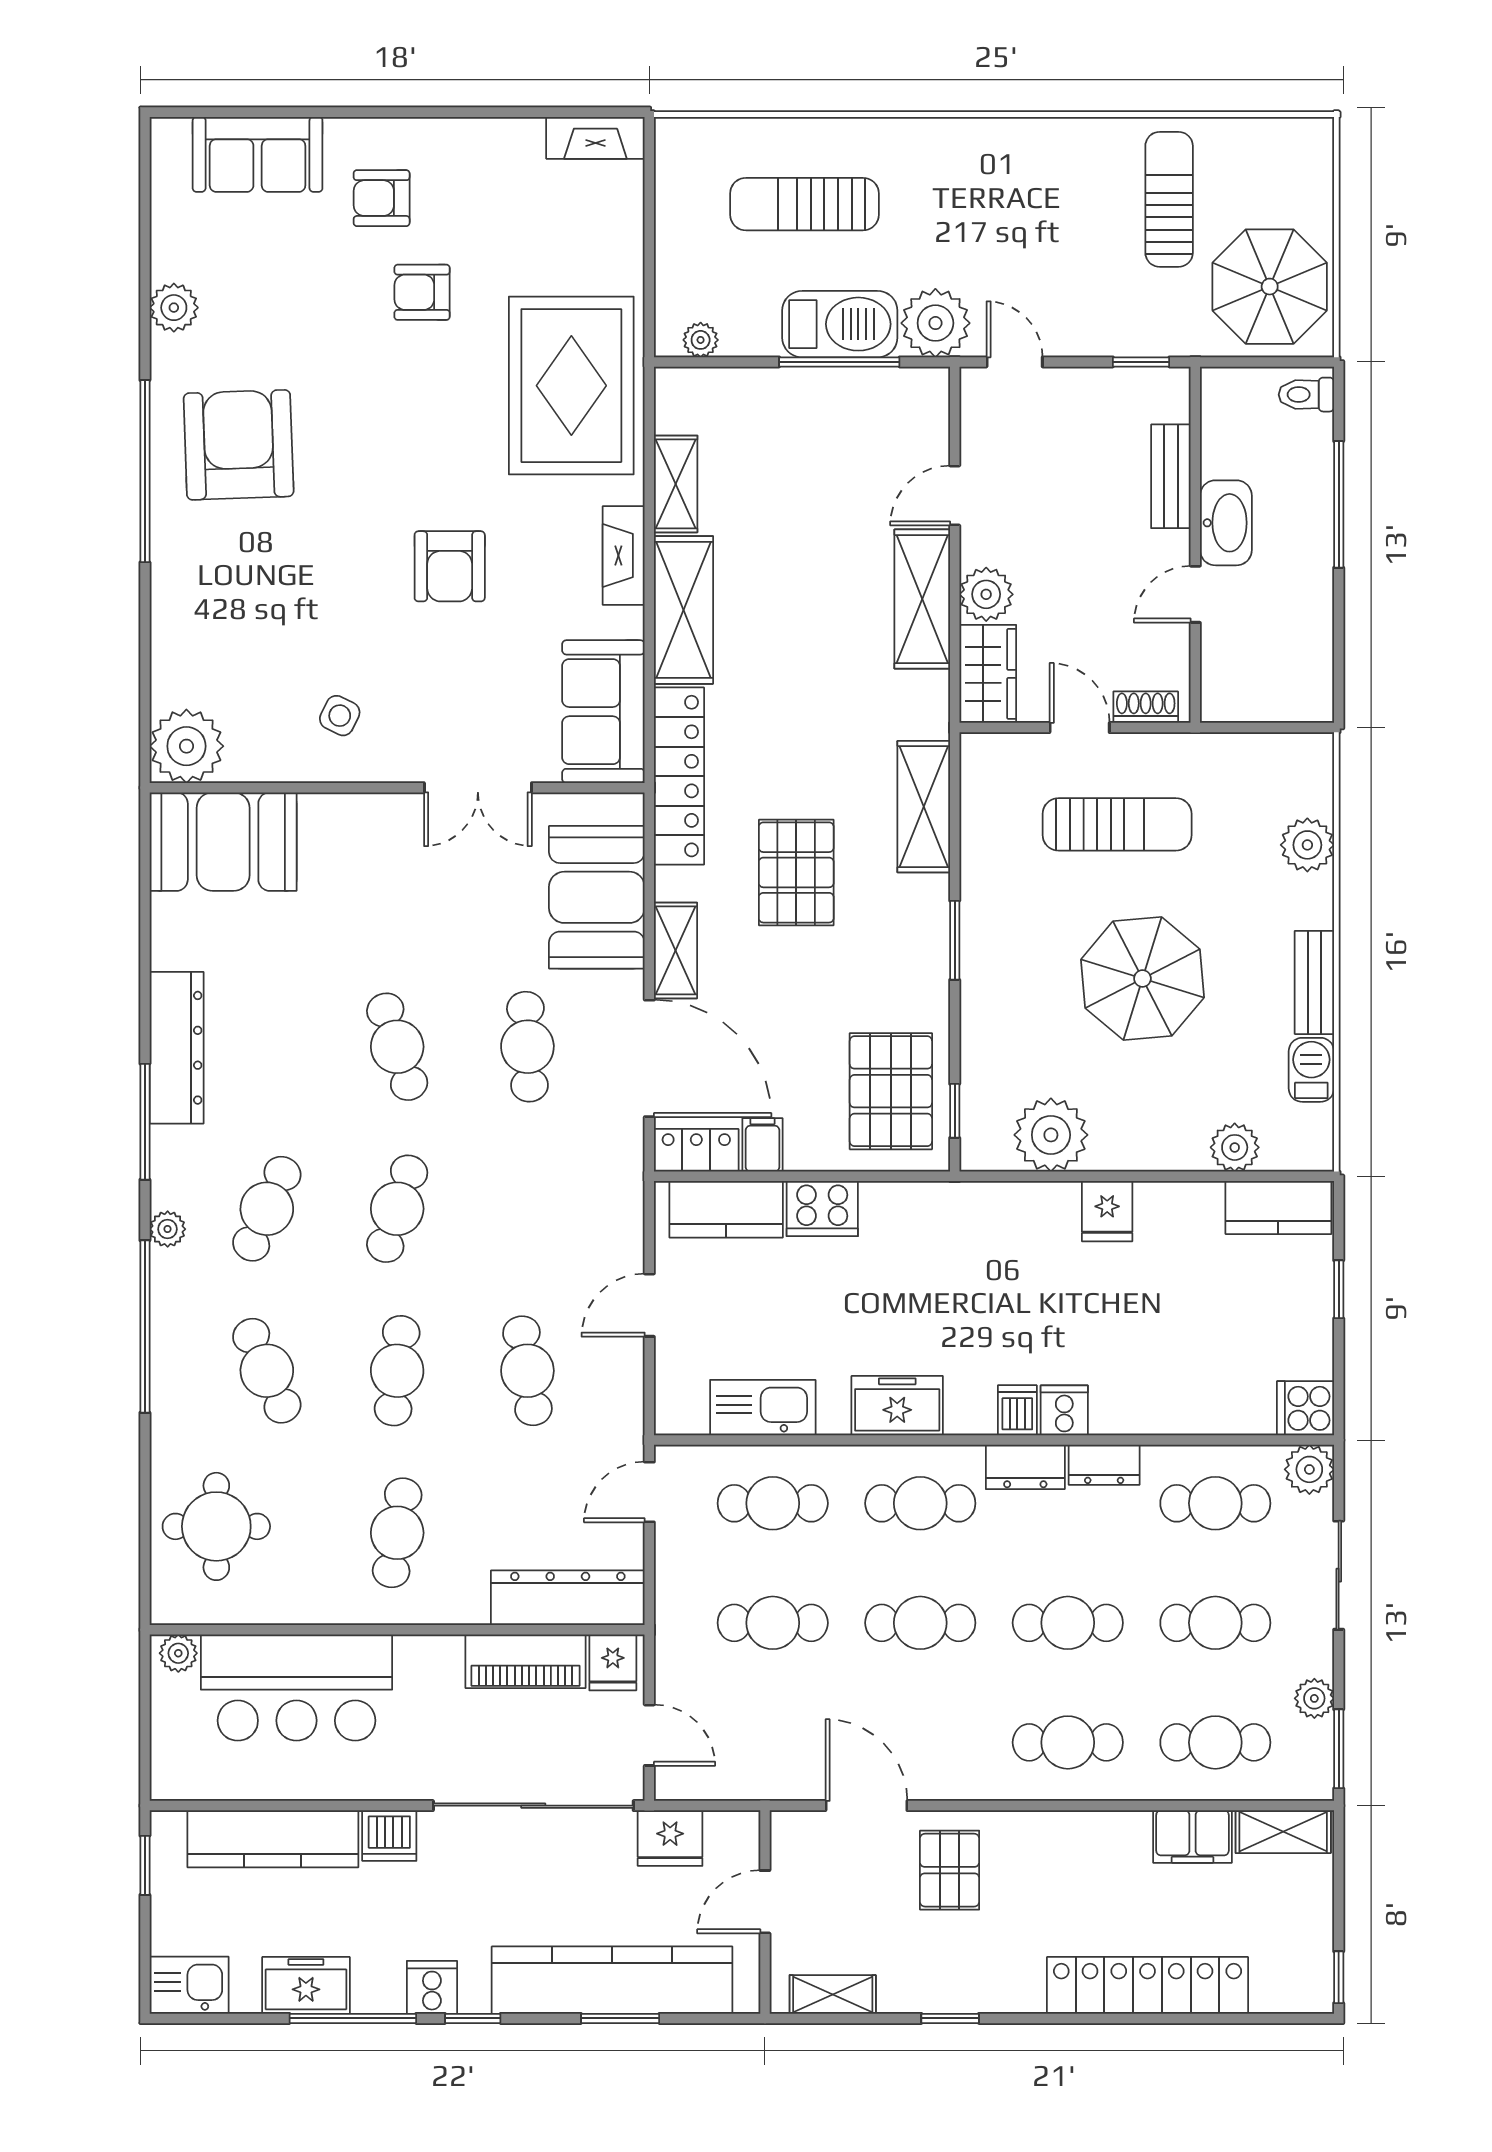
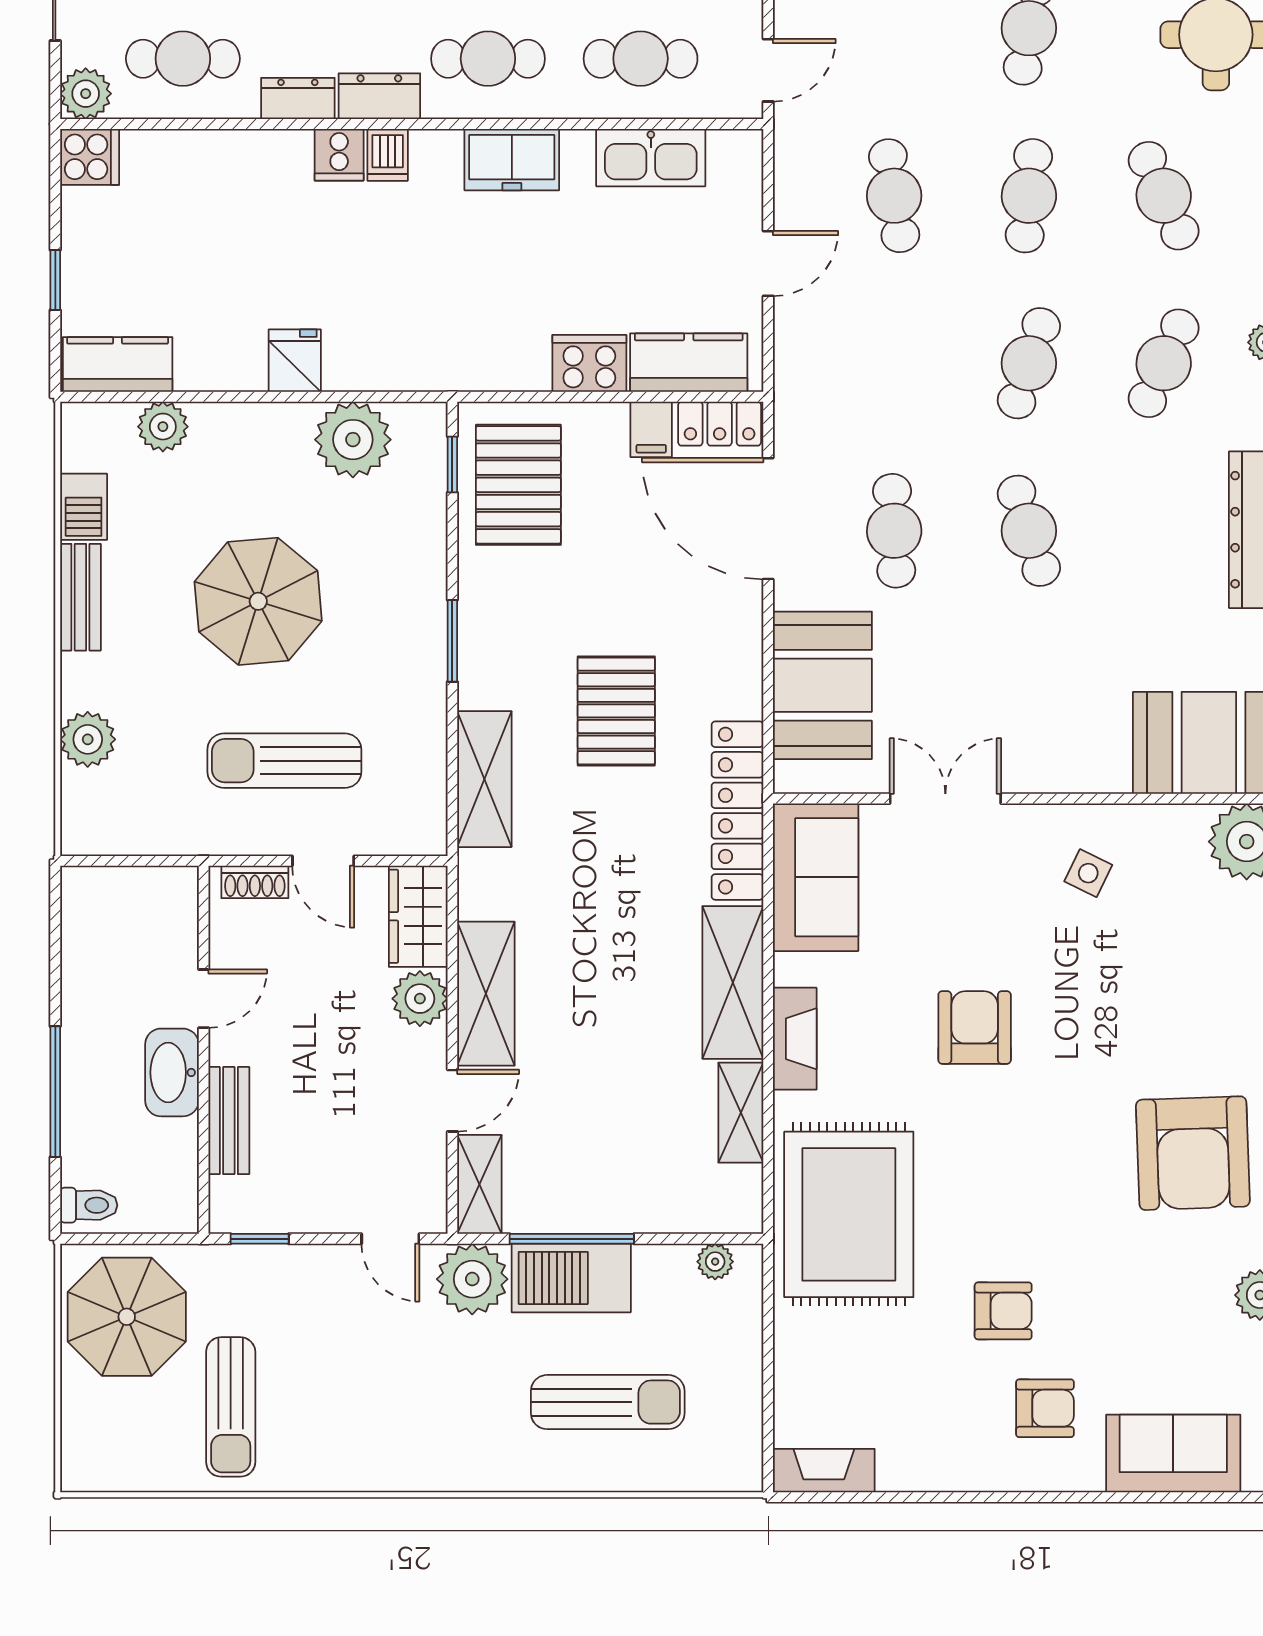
shelving: (675, 950) -> (479, 1184), moved

